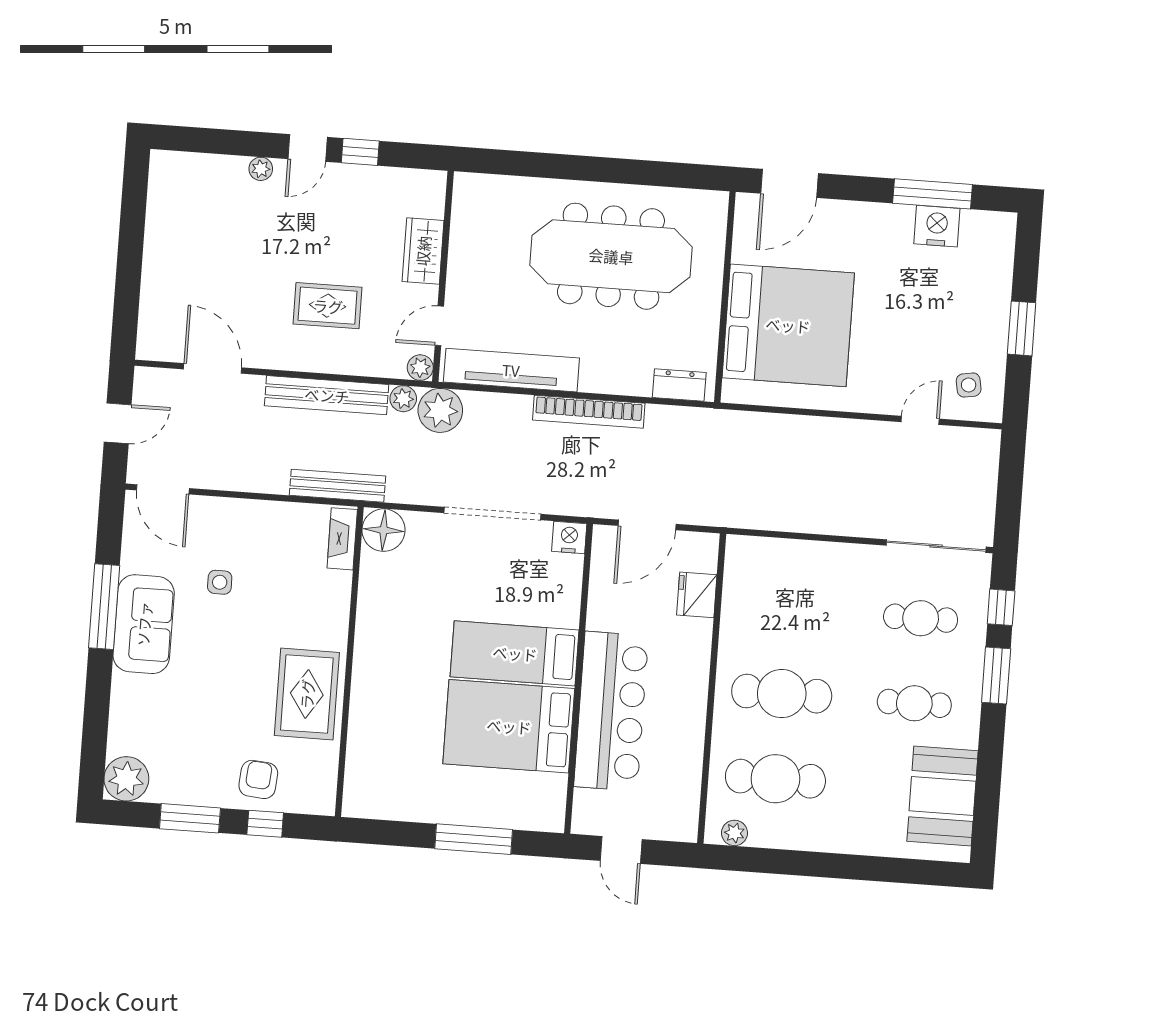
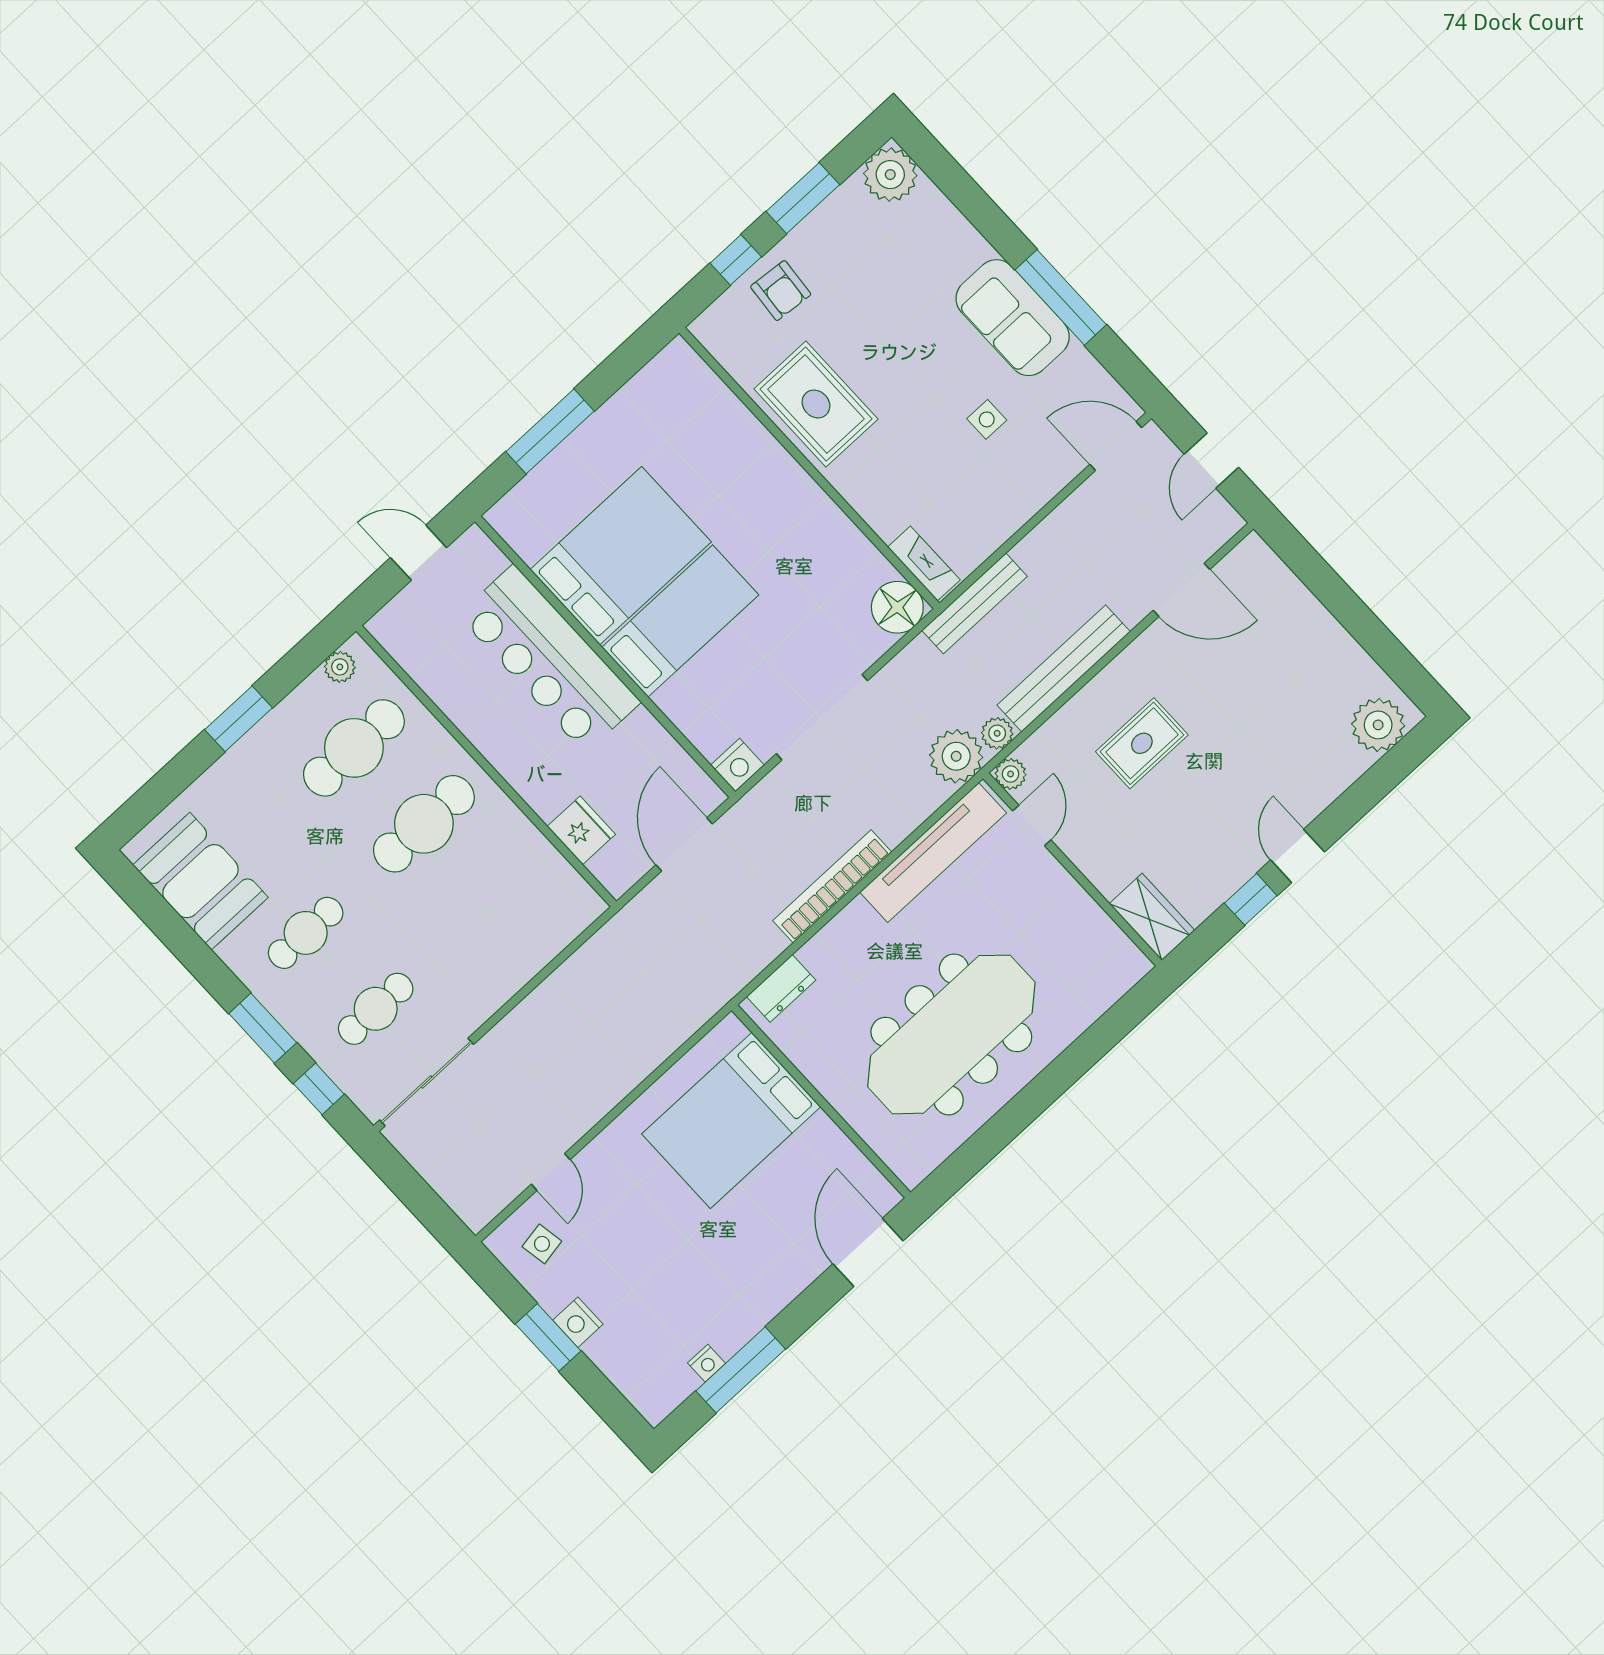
plant: (261, 169) -> (1378, 725), moved, width x1.88, depth x1.88
nightstand: (937, 226) -> (706, 1363), width x0.53, depth x0.56
wardrobe: (423, 251) -> (1152, 917), moved
nightstand: (996, 319) -> (578, 1322), added
bed: (788, 325) -> (731, 1120), width x0.73
window: (823, 865) -> (239, 719), added

